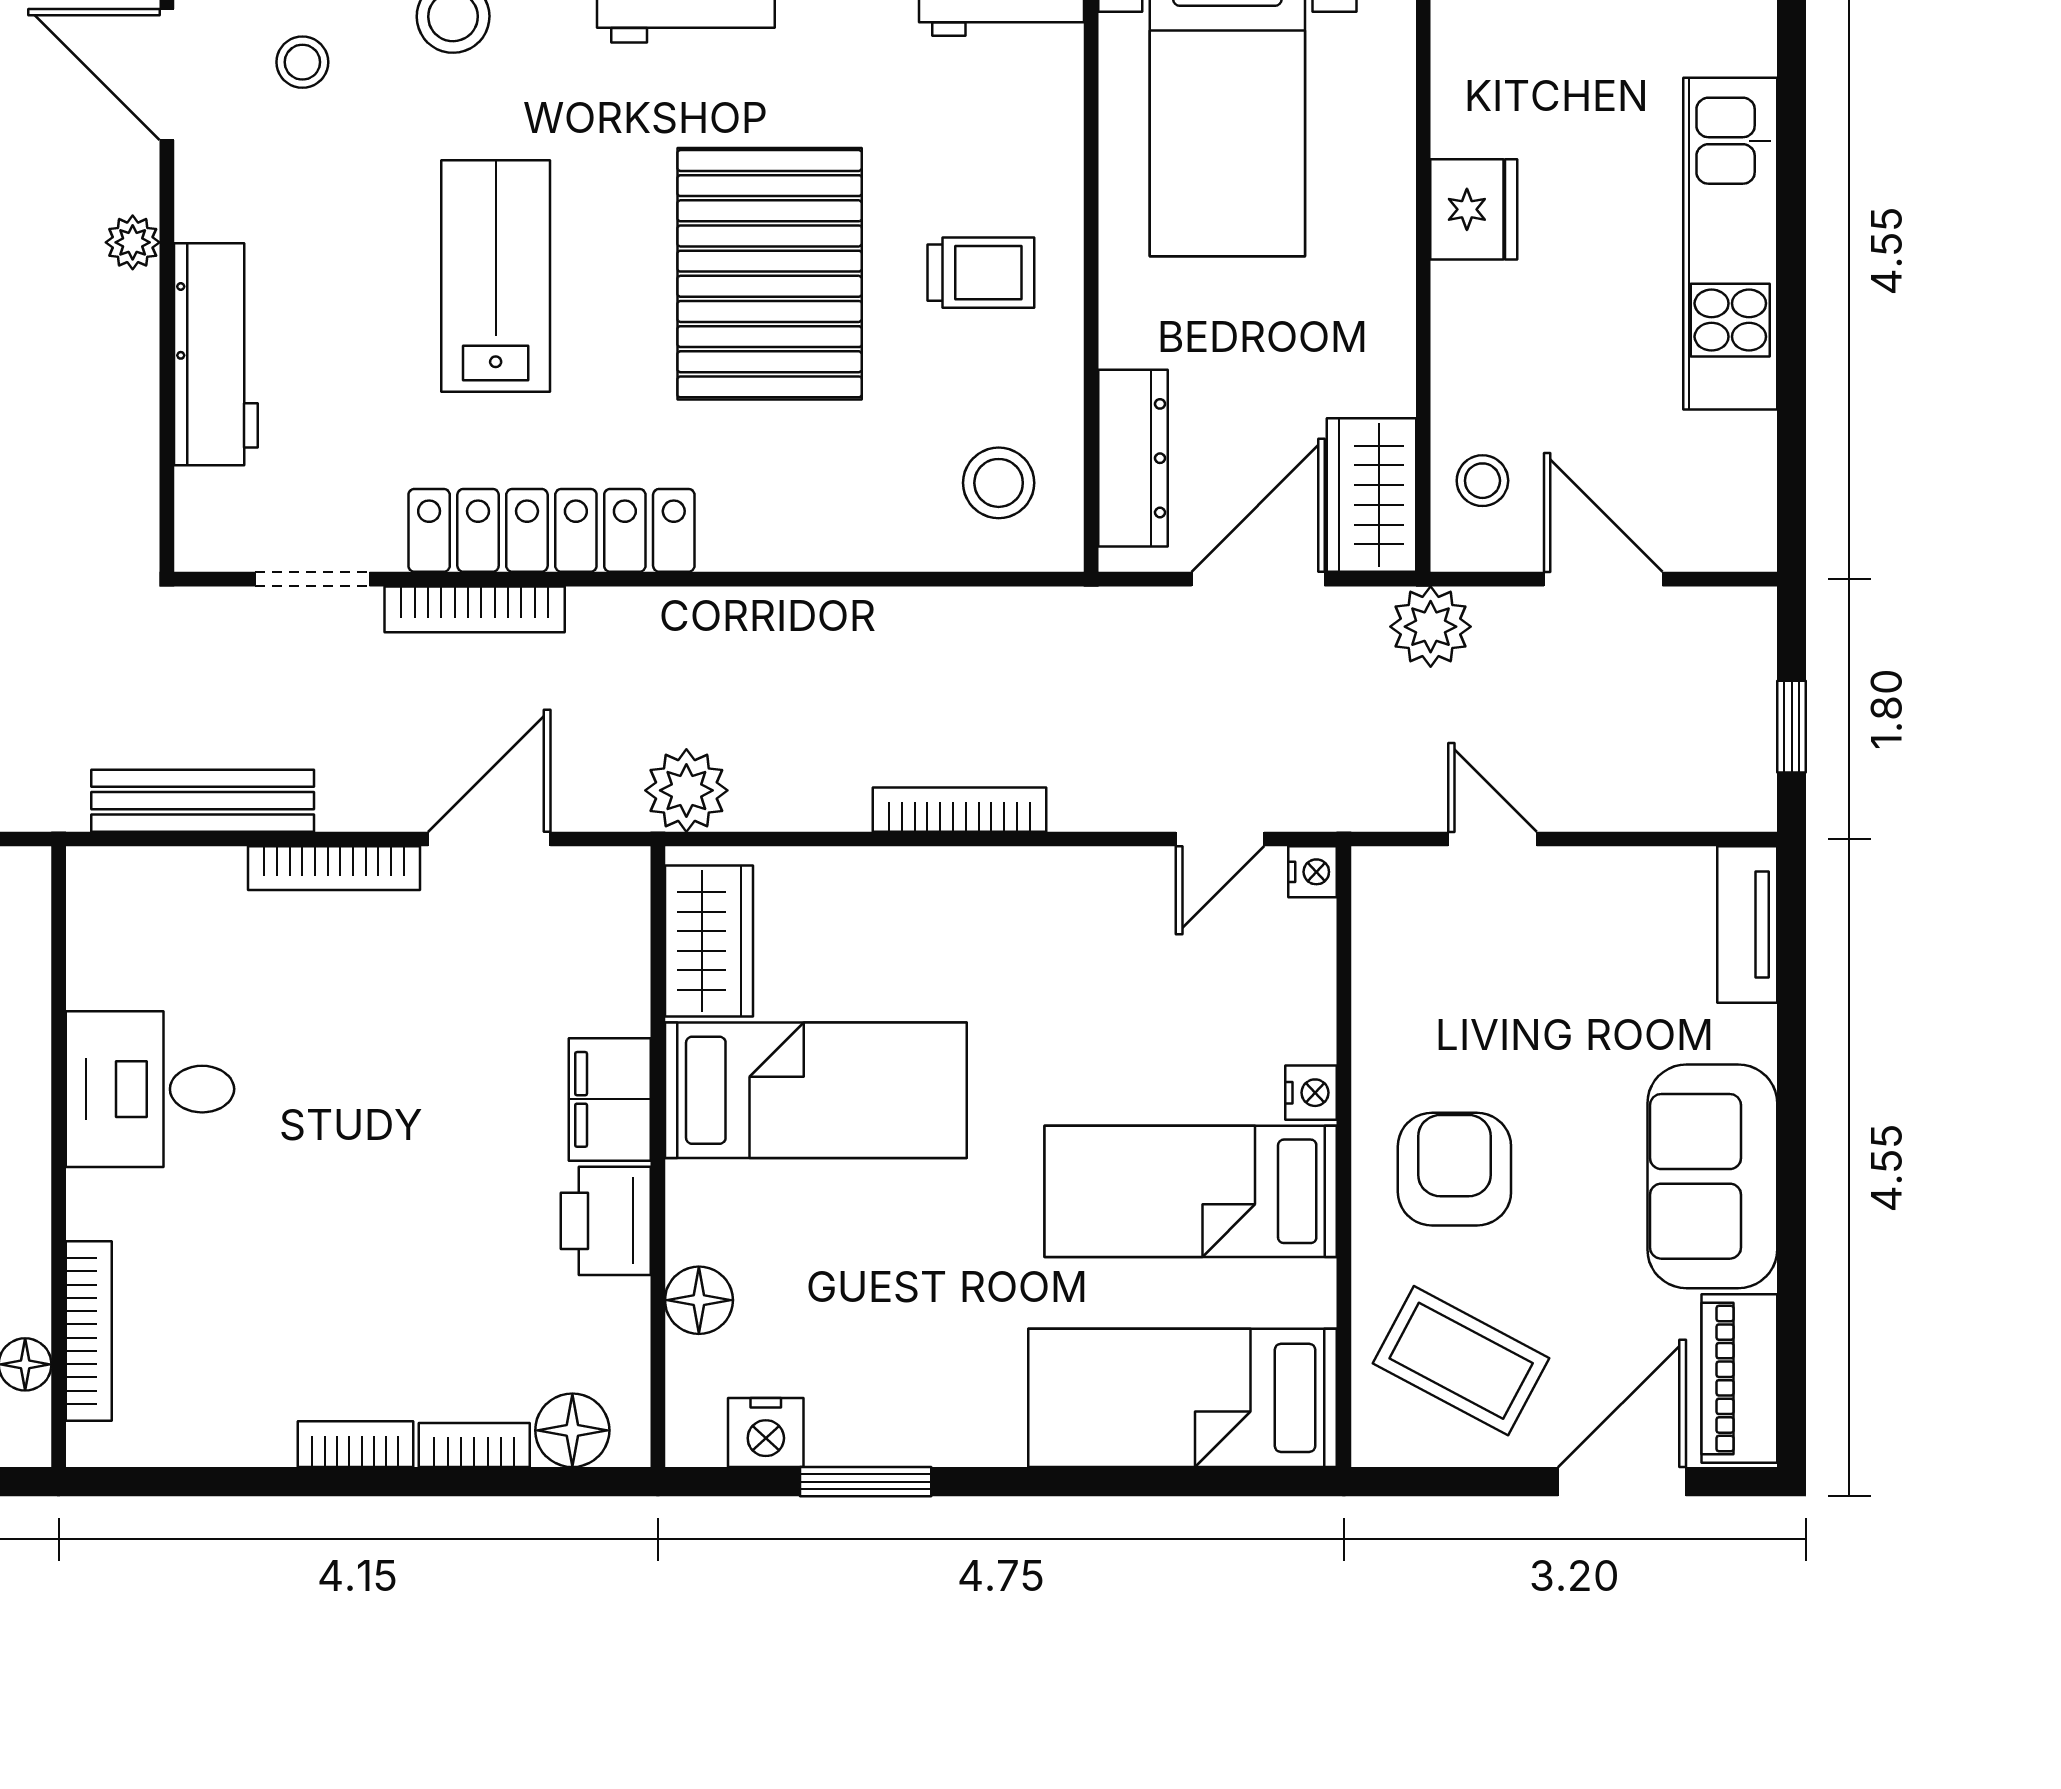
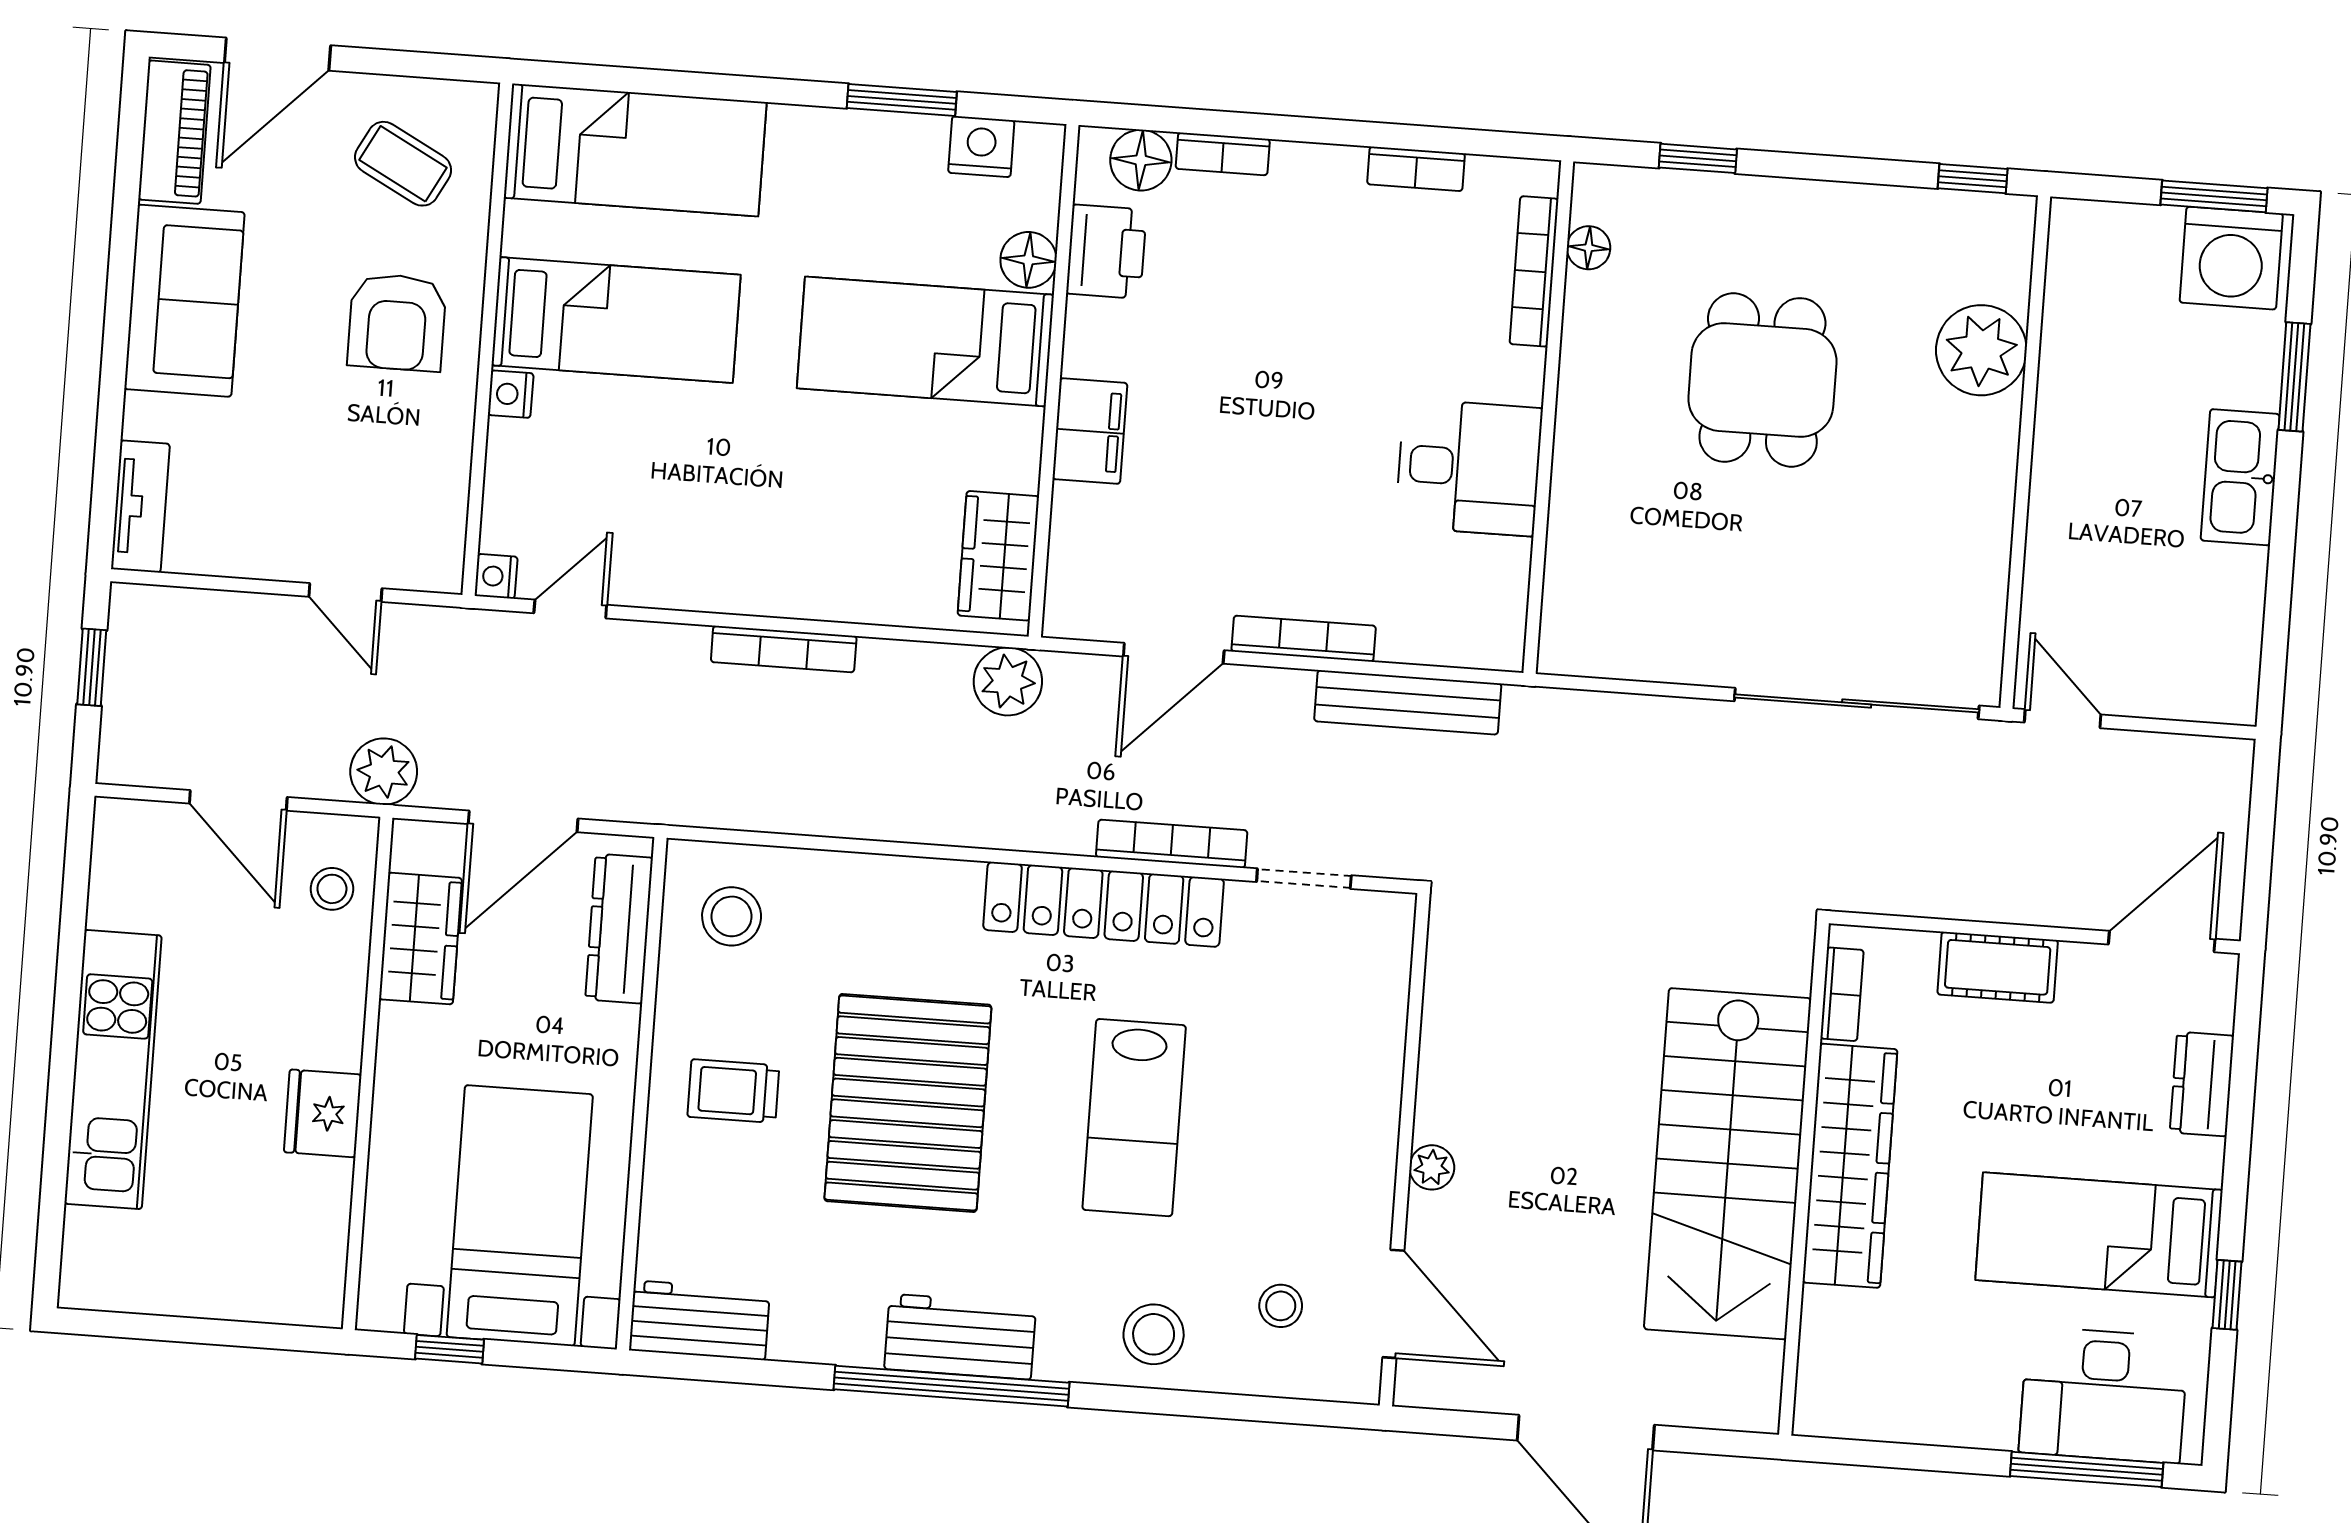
workbench: (216, 354) -> (1370, 1070), removed
wardrobe: (1371, 495) -> (420, 939), moved
bed: (816, 1090) -> (925, 342), moved
printer: (606, 1221) -> (1106, 252), moved
coffee table: (1461, 1361) -> (403, 164), width x0.73, depth x0.77
bookcase: (355, 1444) -> (1416, 169), moved

